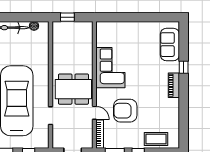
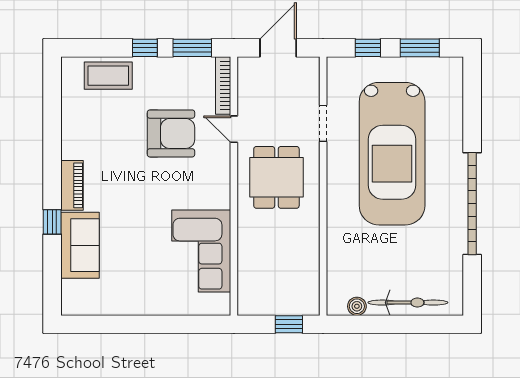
sofa: (170, 45) -> (80, 245), moved
corner sofa: (110, 68) -> (201, 251), moved
dining table: (73, 89) -> (276, 177), width x0.73

